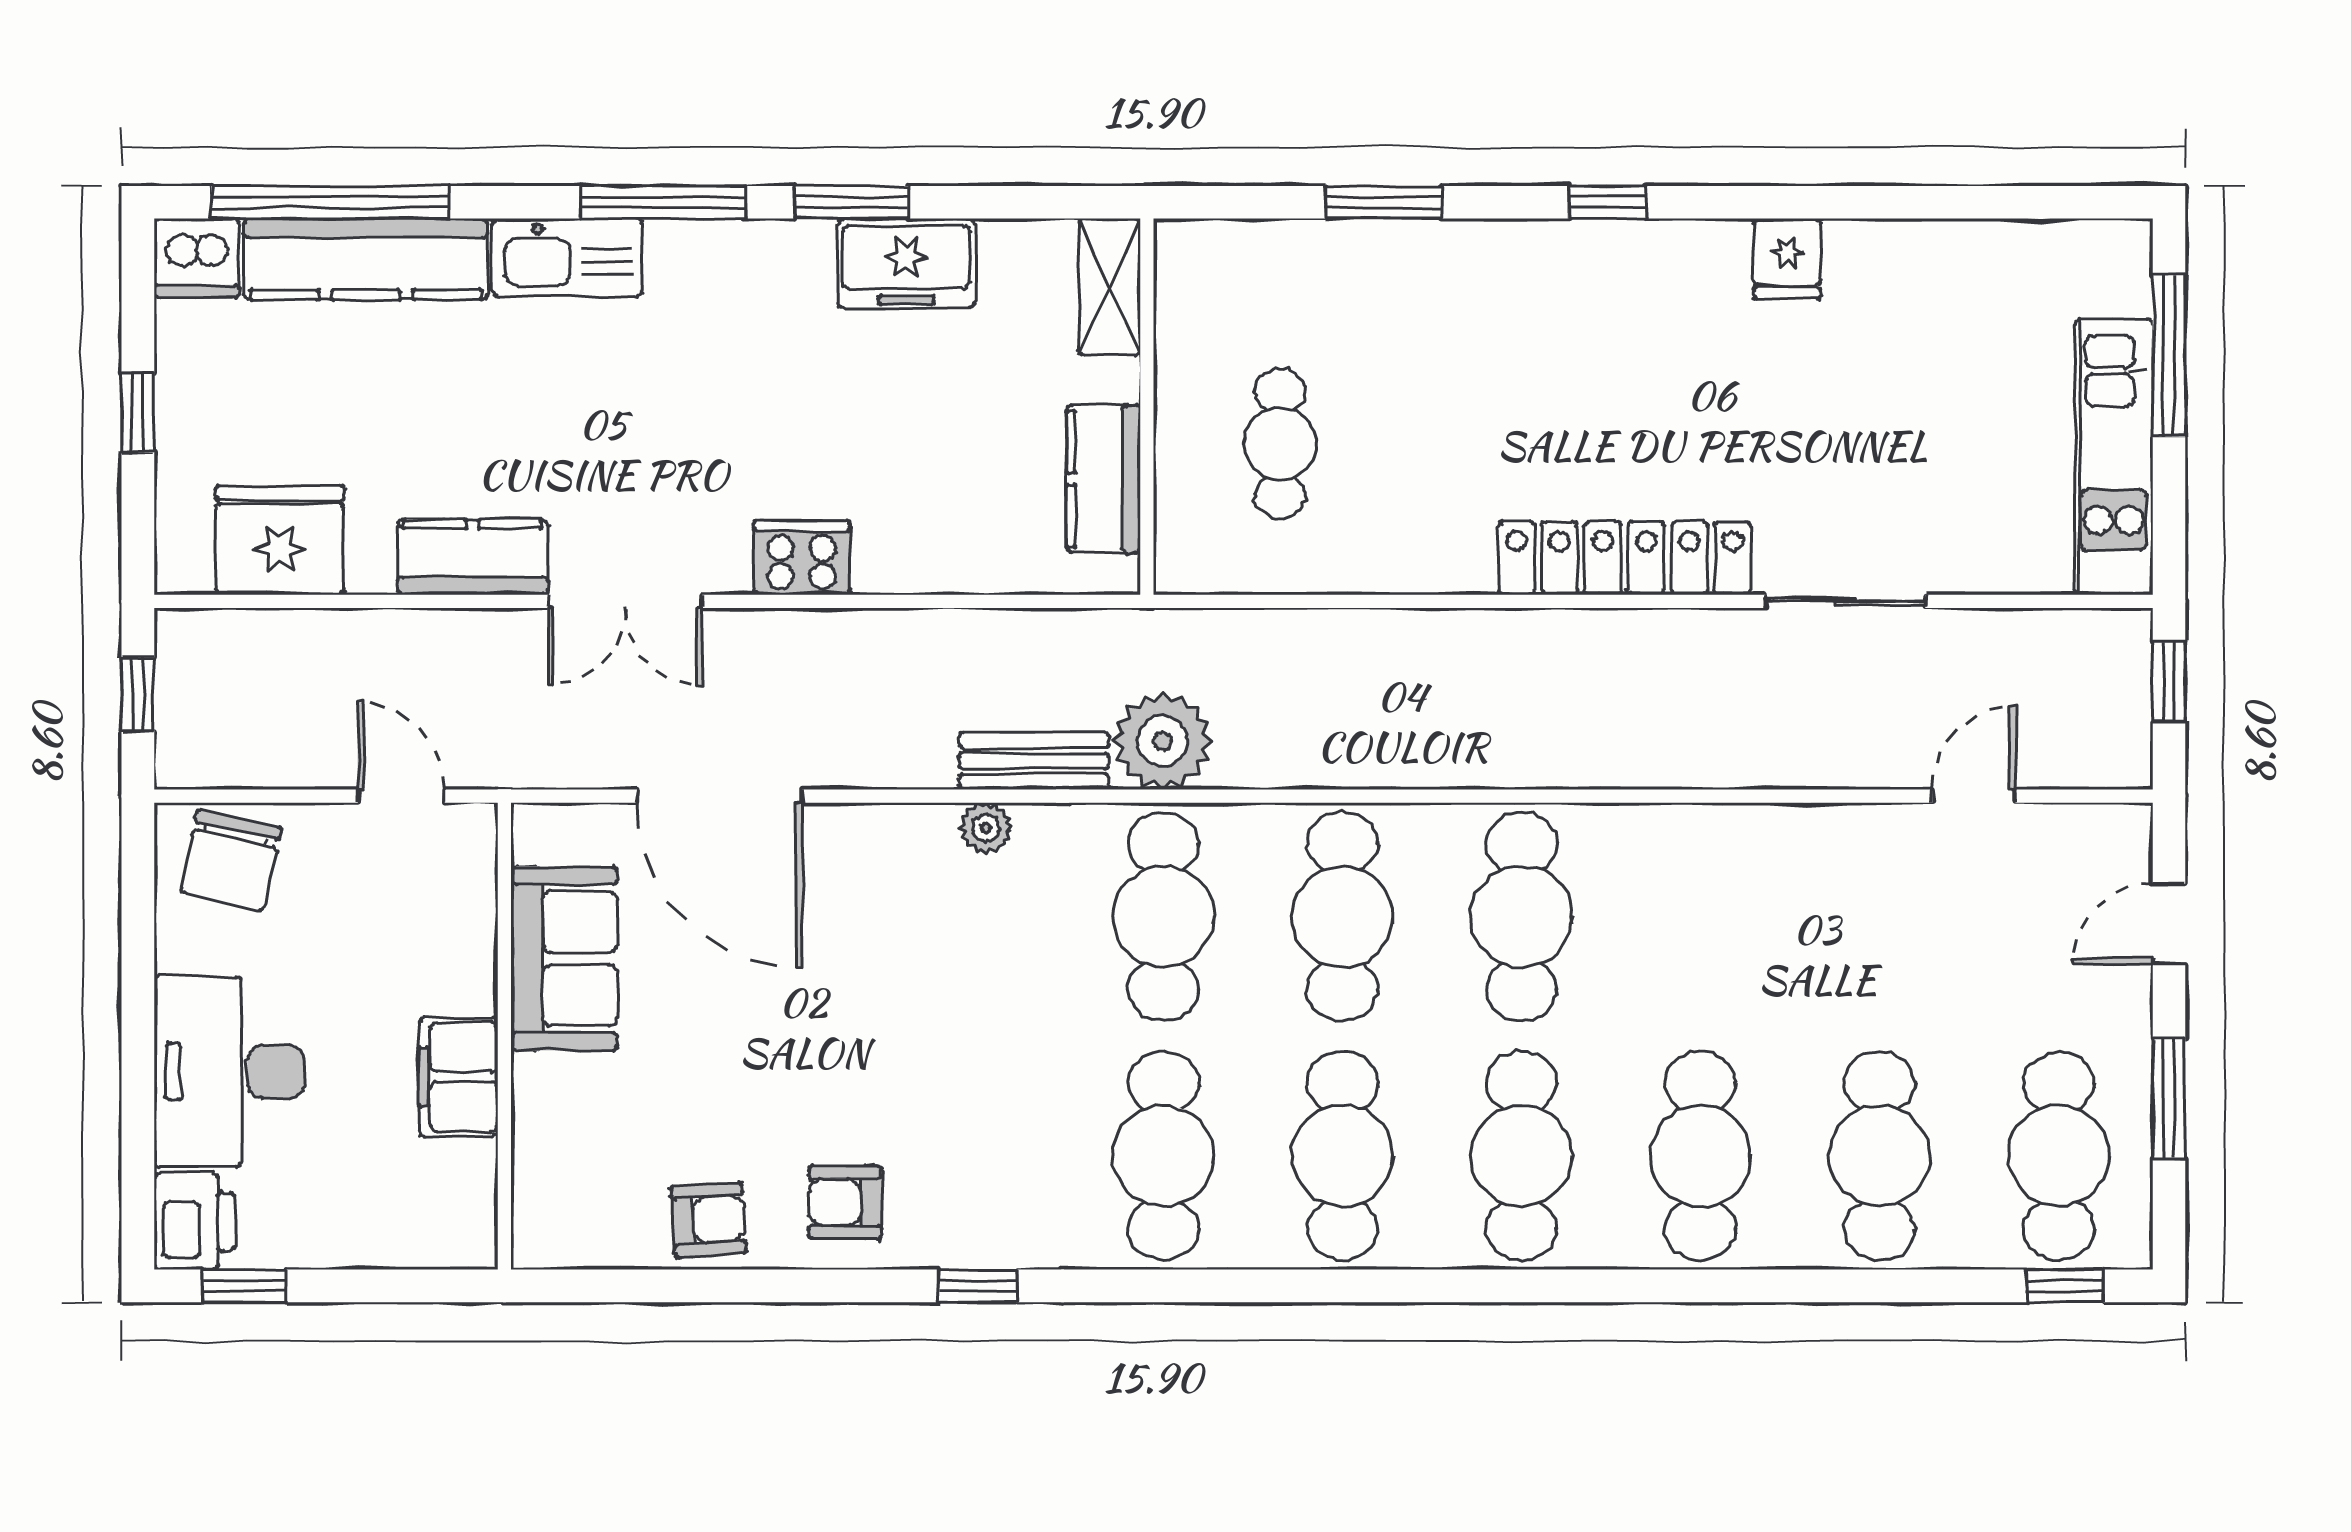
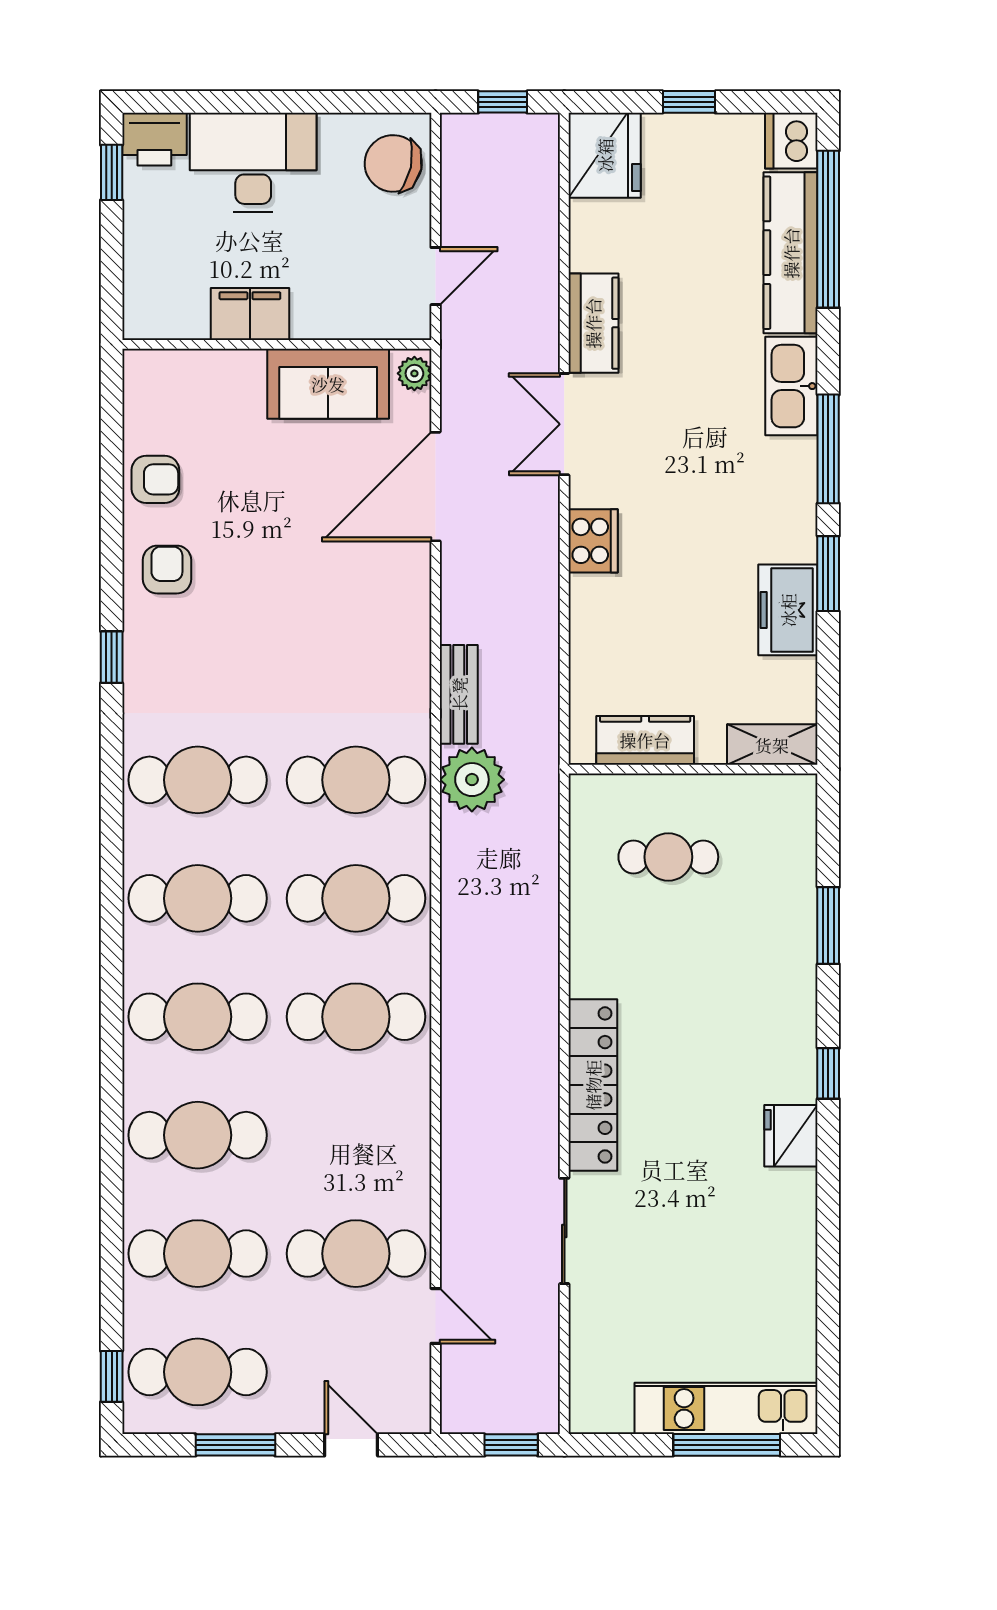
fridge: (1787, 259) -> (791, 1136), moved, width x1.38
kitchen unit: (2114, 457) -> (726, 1408), moved
fridge: (280, 540) -> (605, 155), moved
plant: (986, 828) -> (414, 373), moved
cafe table: (1880, 916) -> (356, 1254), added
armchair: (709, 1220) -> (155, 479), turned -86

